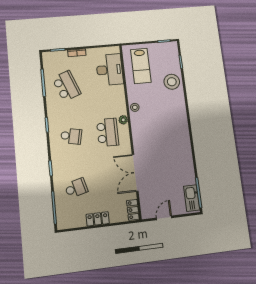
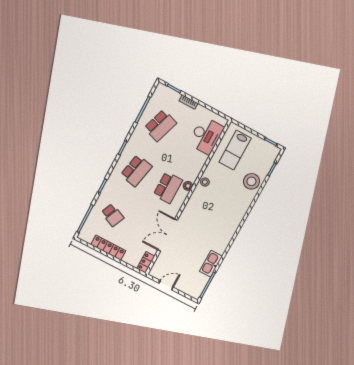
school desk: (66, 86) -> (160, 125), turned 39
school desk: (71, 136) -> (136, 171), width x1.85
school desk: (76, 188) -> (112, 215), turned 39
kitchen sink: (192, 198) -> (211, 264), moved
locker: (98, 219) -> (108, 248), width x1.53

